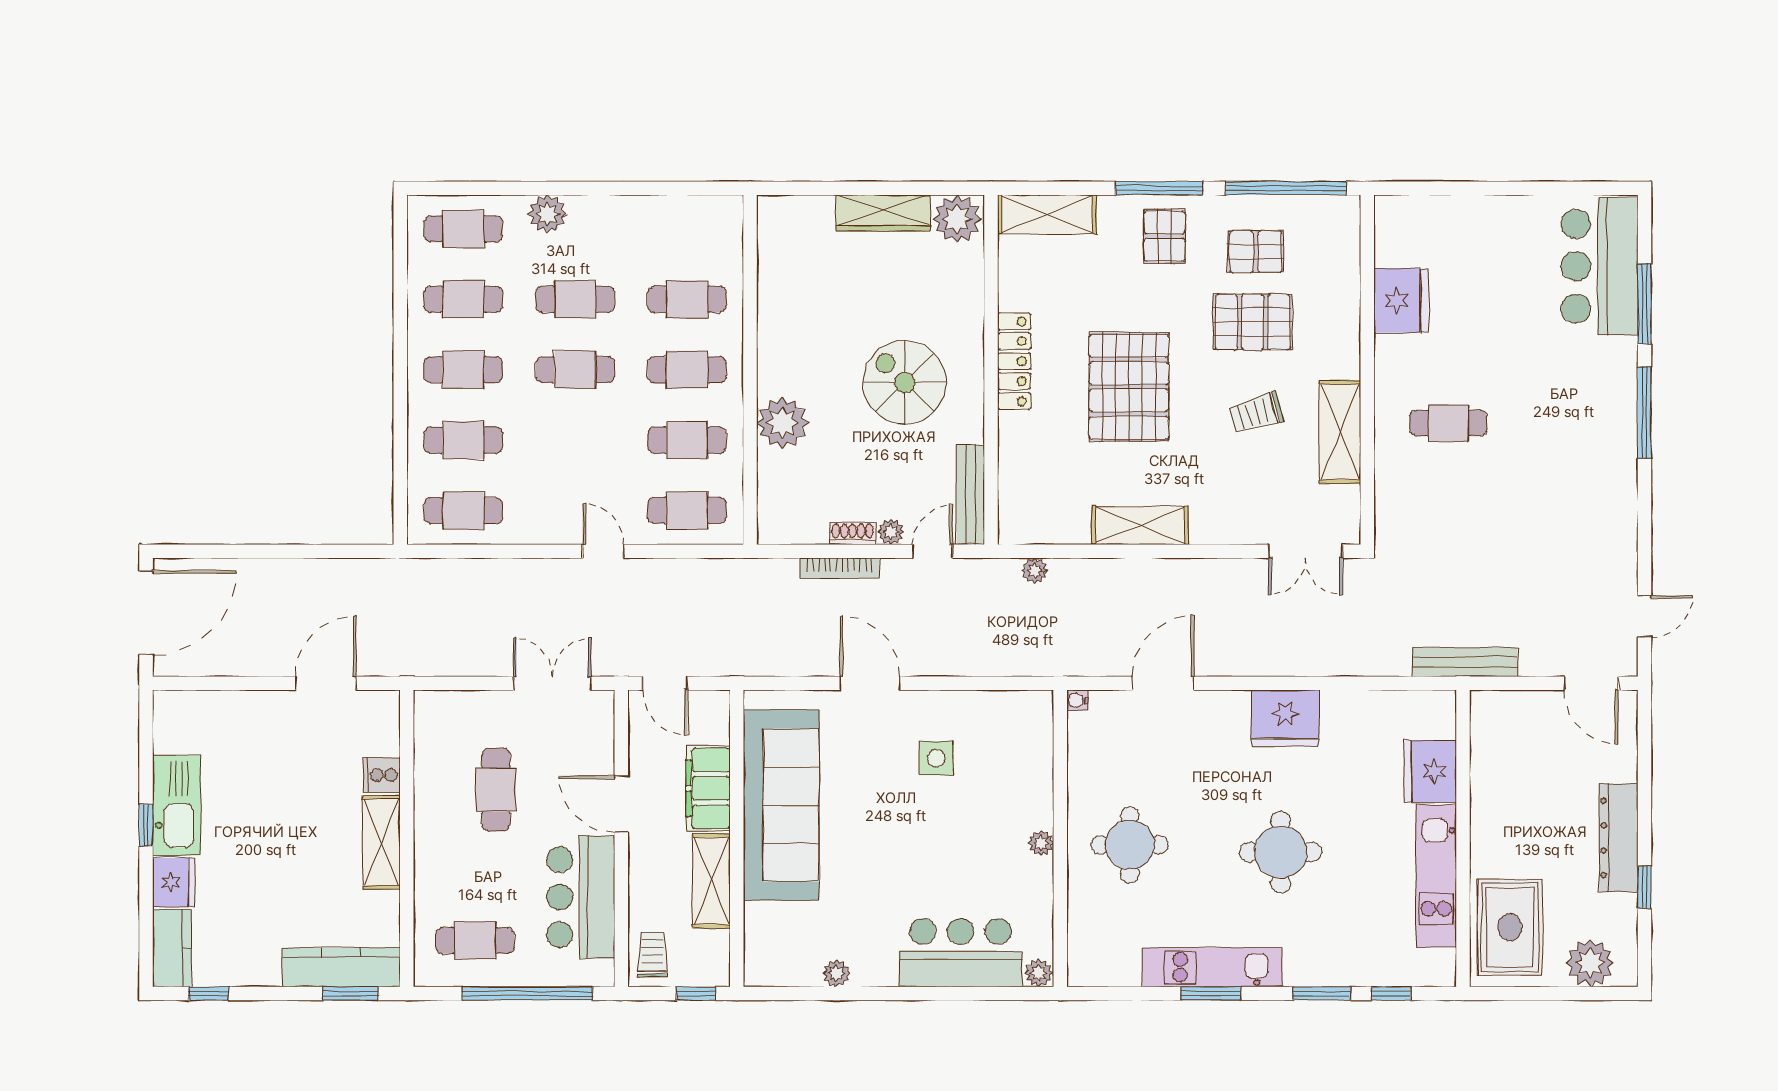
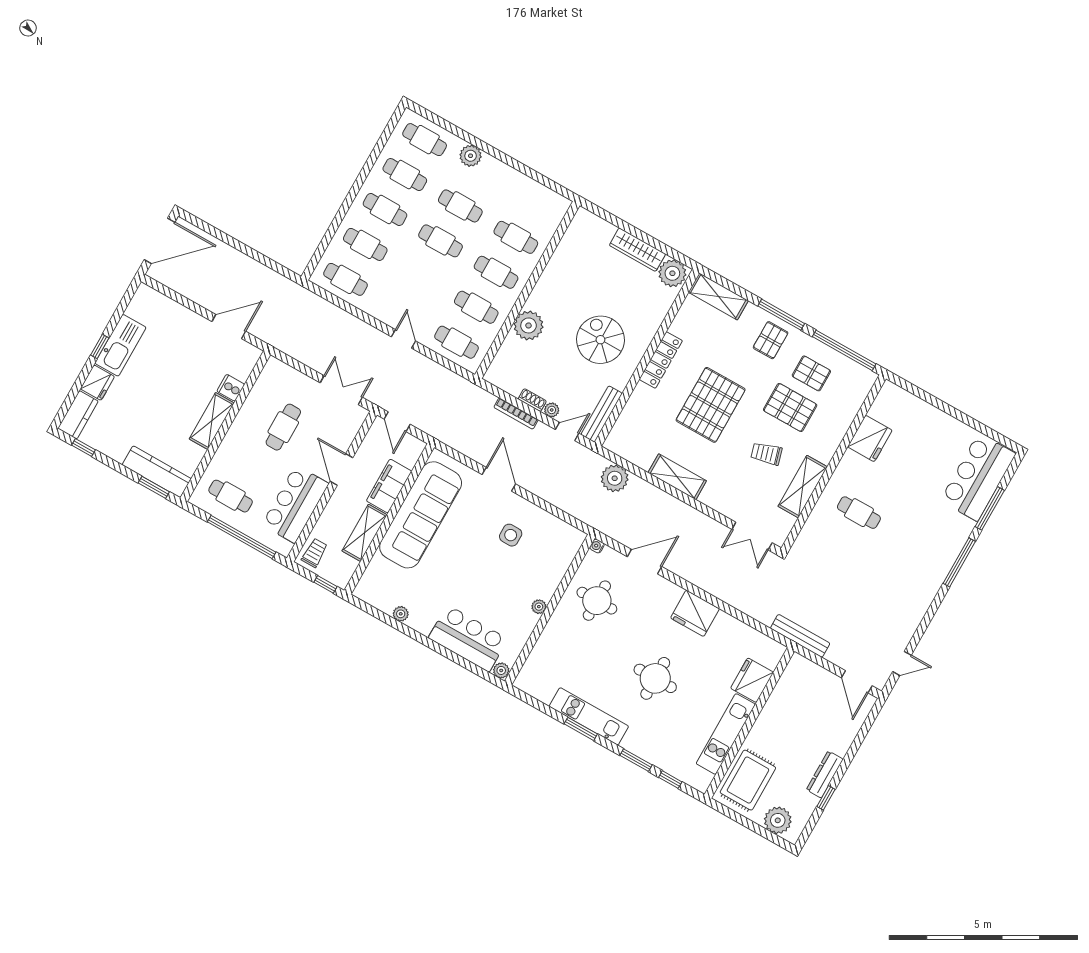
plant: (1035, 571) -> (615, 478), width x1.88, depth x1.88
dresser: (1619, 838) -> (825, 774), width x0.73, depth x0.80
round table: (1130, 845) -> (597, 601), moved

